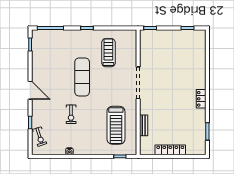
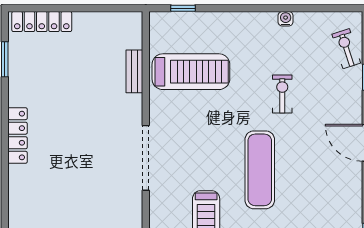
locker: (201, 99) -> (17, 135), width x1.53
treadmill: (116, 125) -> (191, 72), turned 90
locker: (170, 150) -> (42, 22), moved

